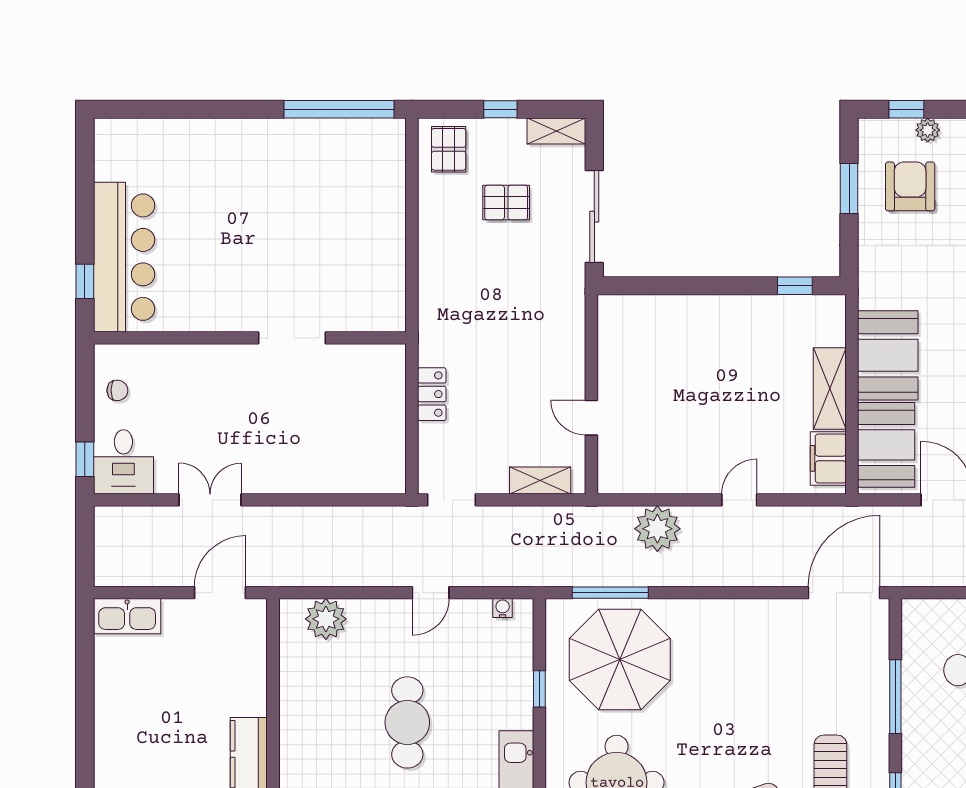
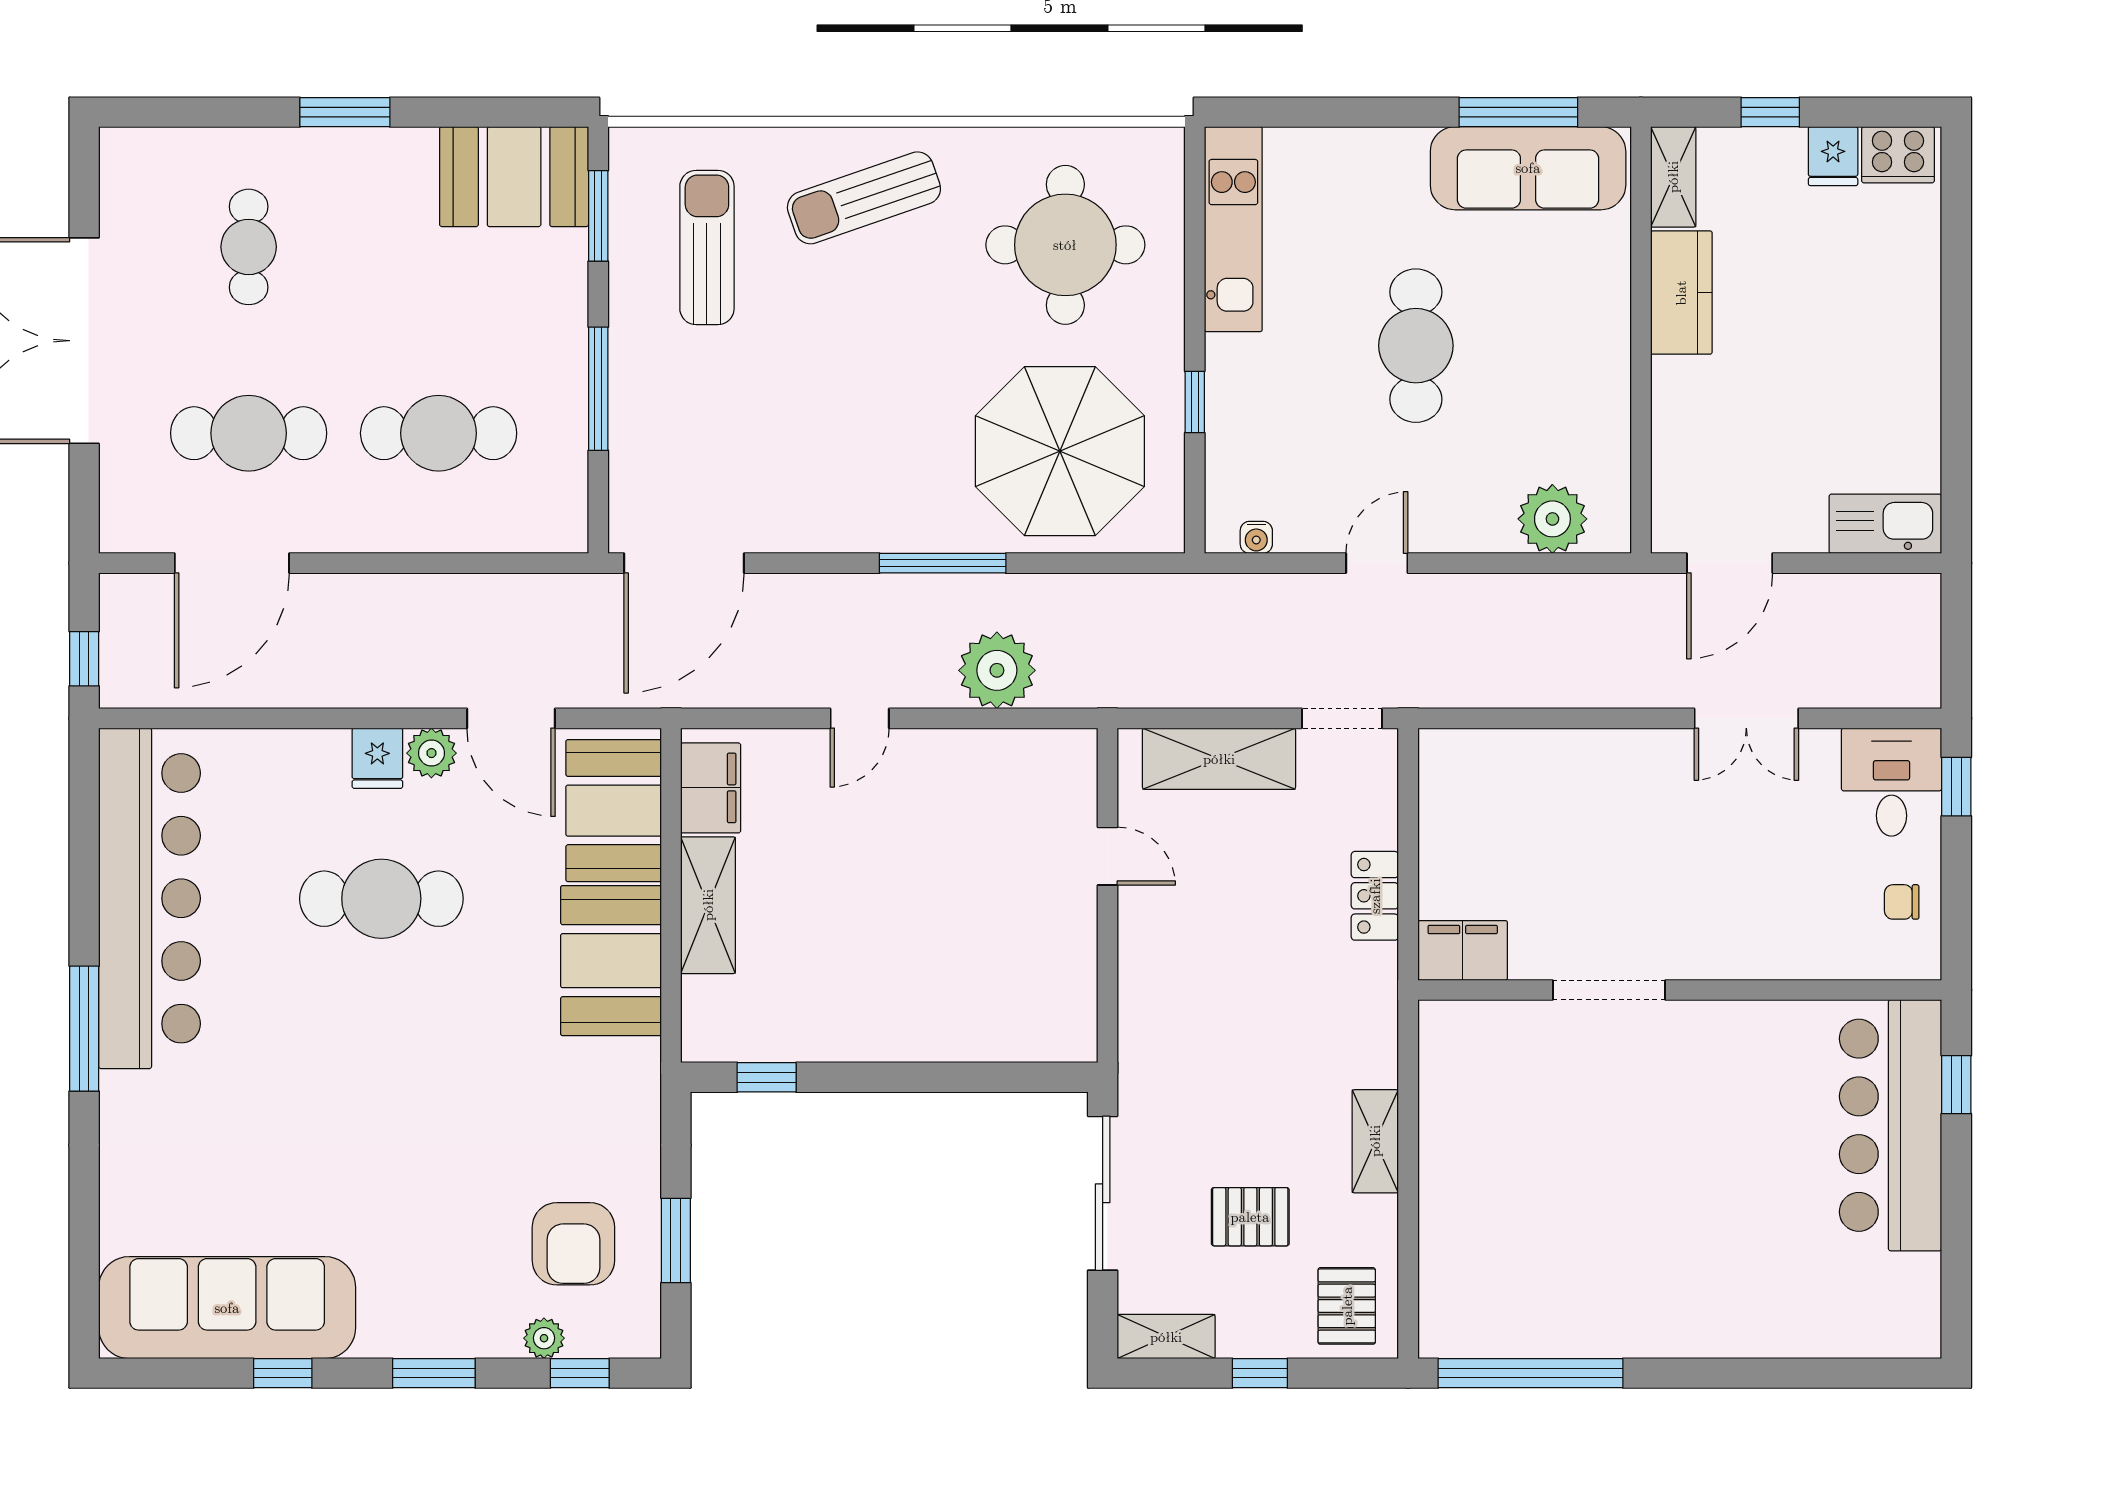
shelving: (432, 248) -> (1375, 1141), added
filing cabinet: (379, 361) -> (1463, 950), added
shelving: (540, 480) -> (1219, 759), width x1.50, depth x1.33
window: (610, 593) -> (943, 563), moved

